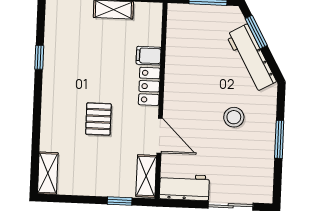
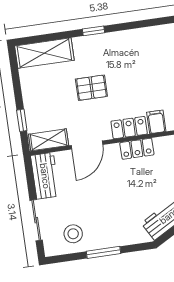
window: (39, 57) -> (93, 31), moved
locker: (174, 82) -> (137, 149), added
stool: (234, 117) -> (73, 234), moved
shelving: (48, 173) -> (44, 53), width x1.50, depth x1.33

